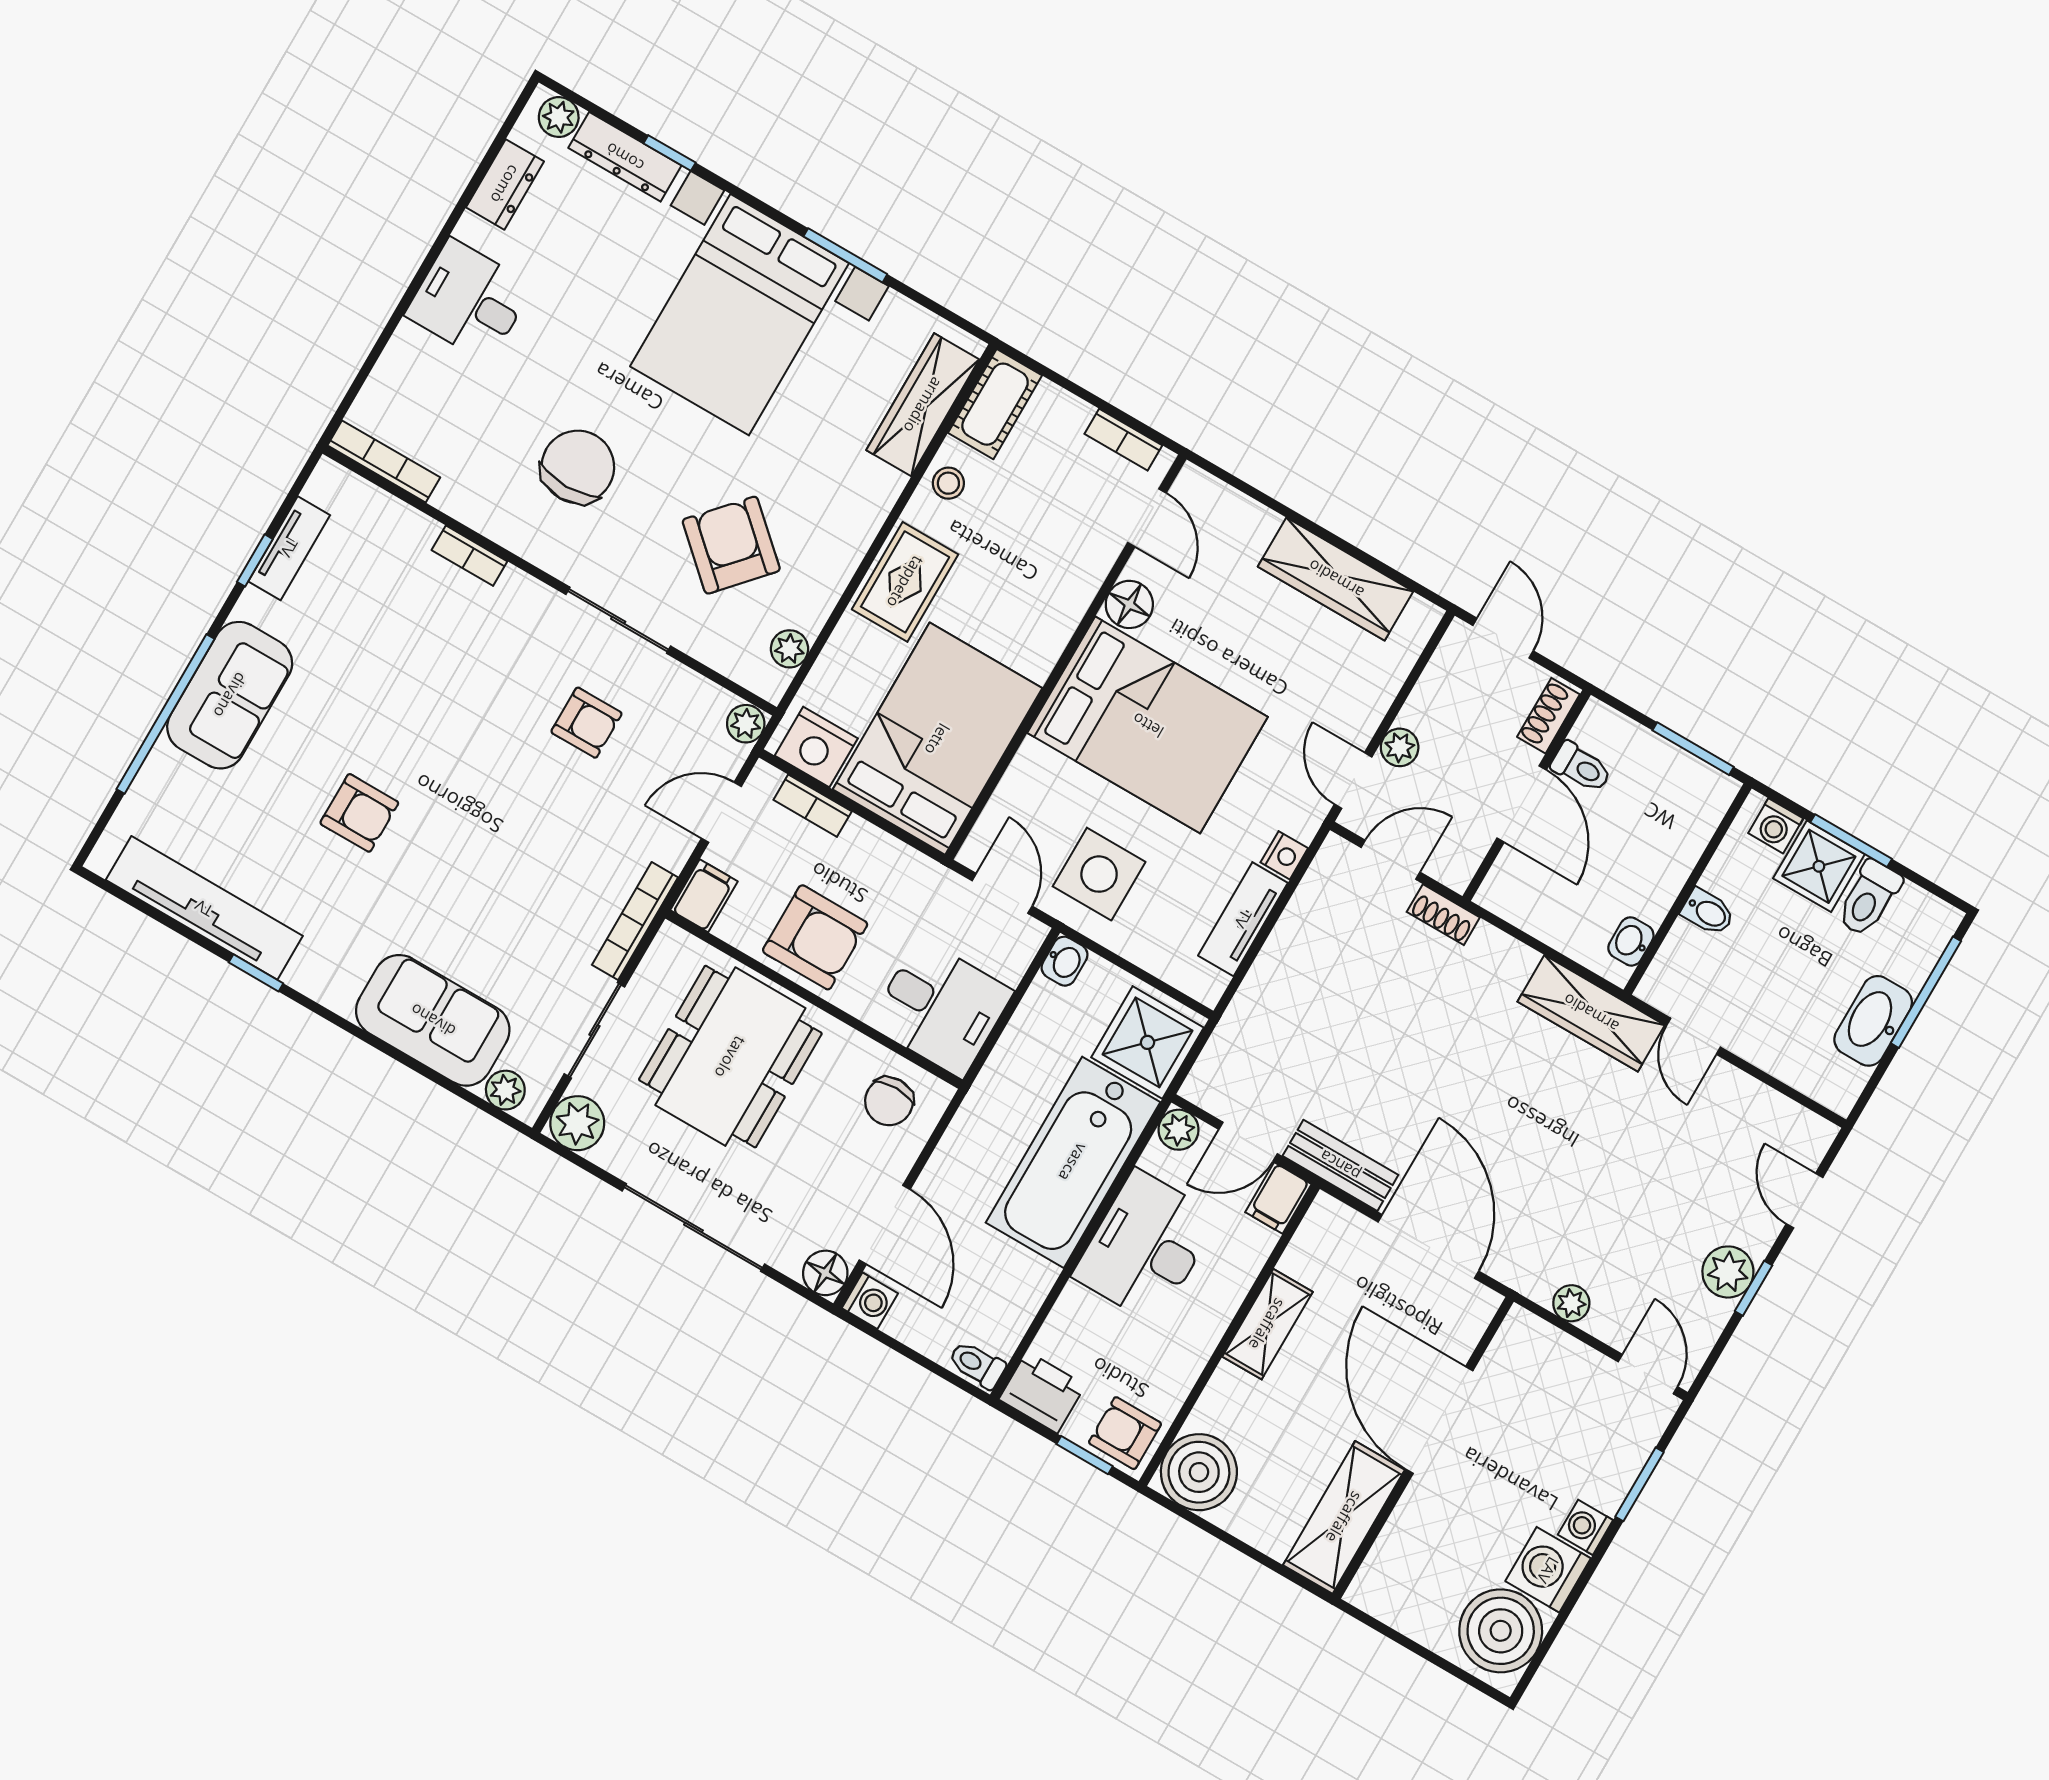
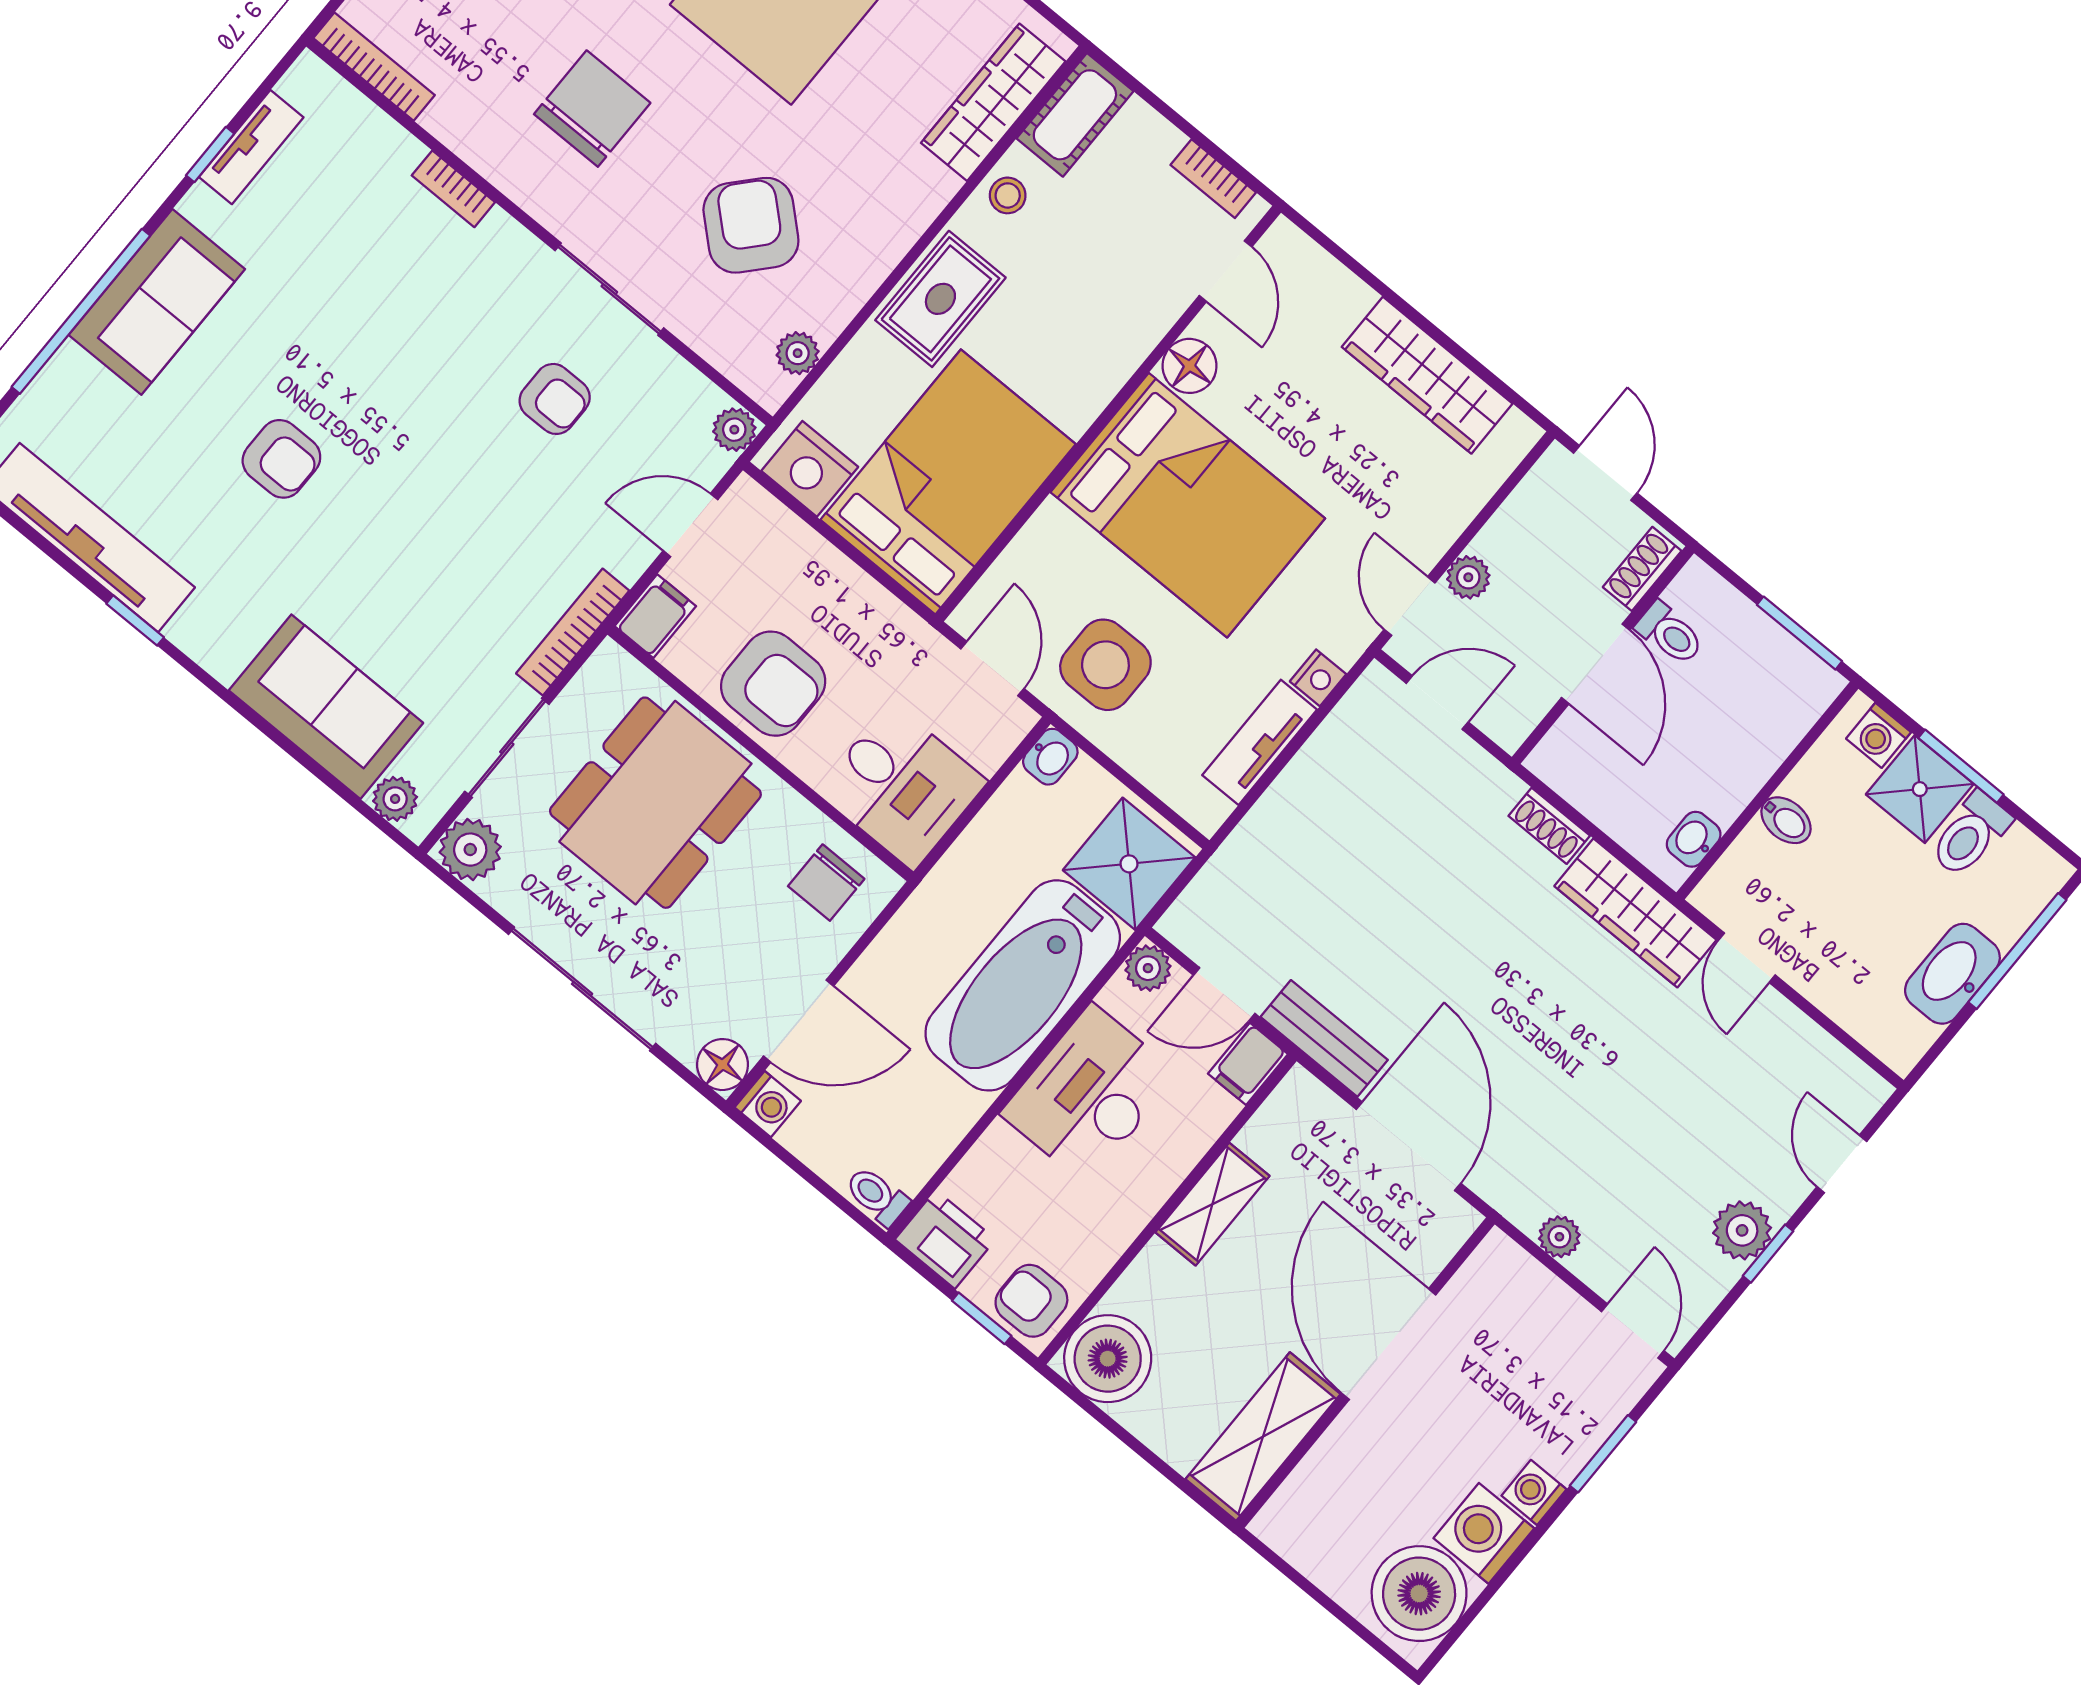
bookcase: (813, 806) -> (795, 535), removed
shoe rack: (1443, 915) -> (1549, 826), moved
door: (885, 1225) -> (798, 1021), hinge flipped

